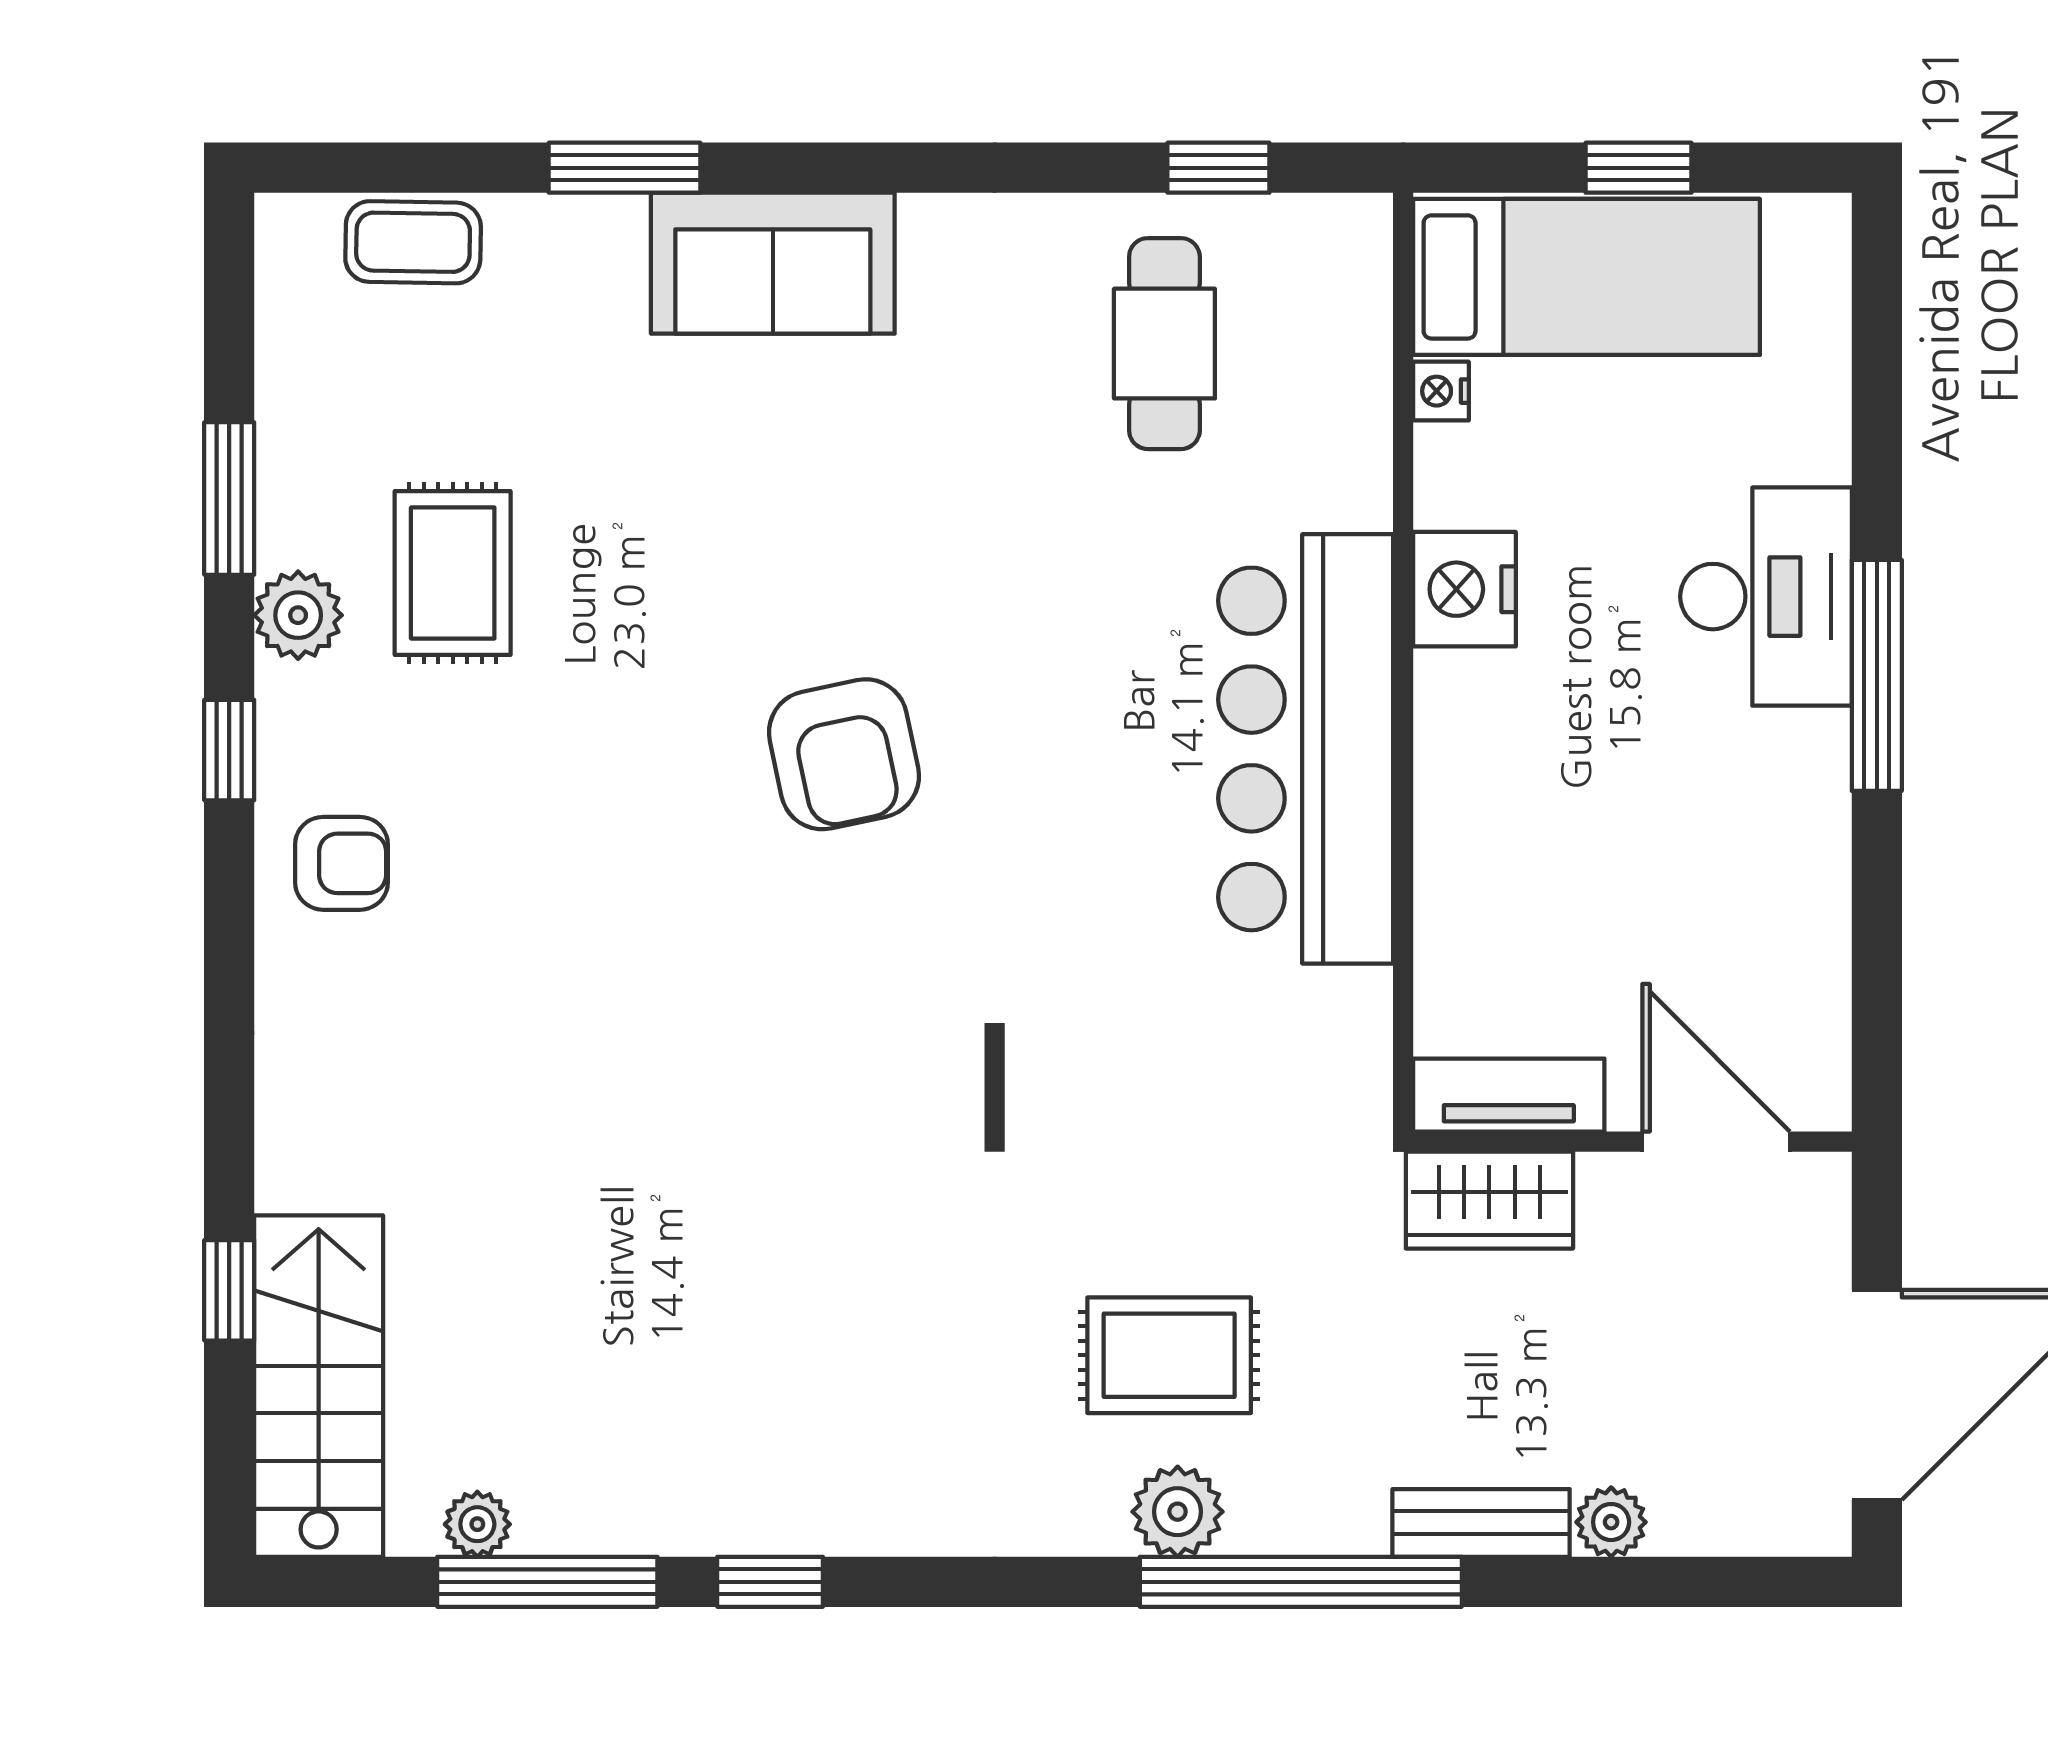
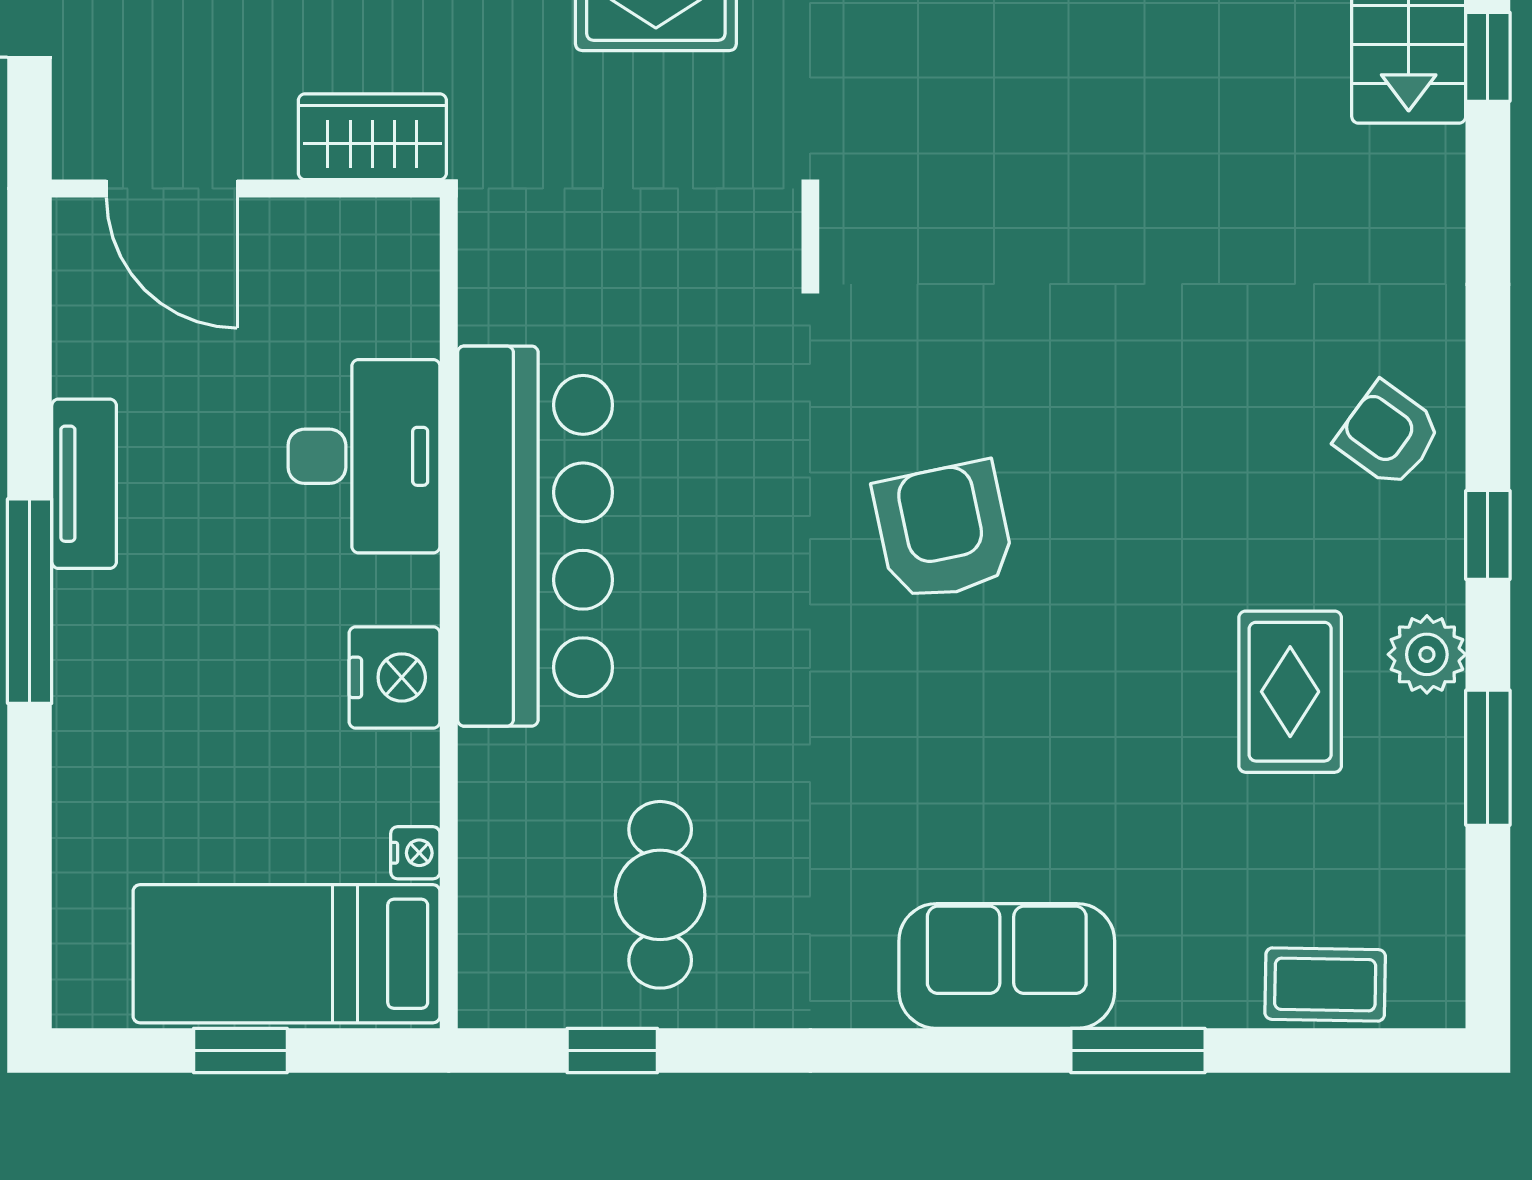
desk: (1766, 597) -> (364, 456), moved, turned 180
armchair: (342, 863) -> (1388, 435), turned 36
tv unit: (1509, 1095) -> (84, 484), moved, turned -90

